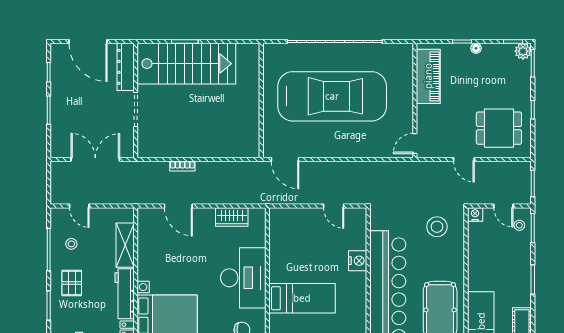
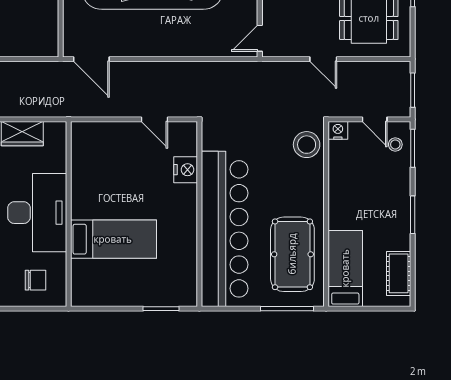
stool: (437, 227) -> (307, 145), moved
nightstand: (358, 261) -> (186, 170), moved

